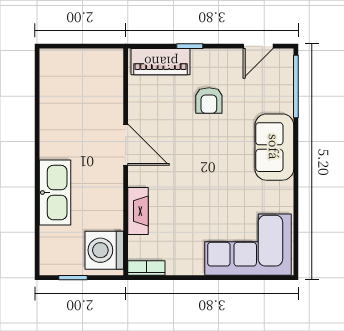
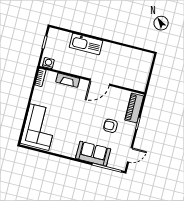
door: (258, 46) -> (130, 155), swing flipped
sofa: (274, 147) -> (93, 154), moved
washing machine: (104, 250) -> (48, 63), width x0.53, depth x0.53

